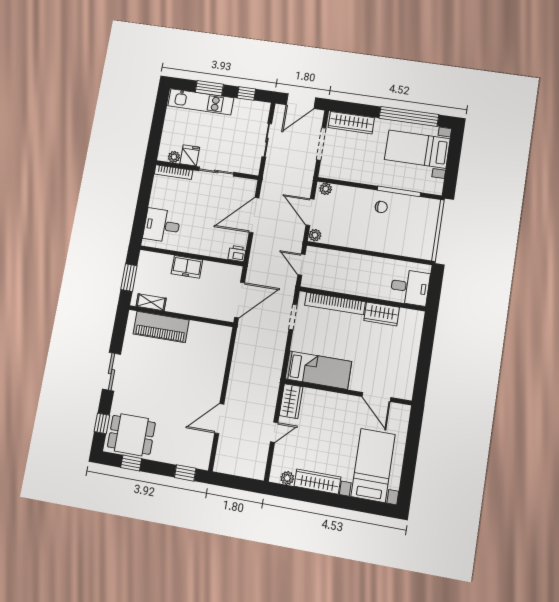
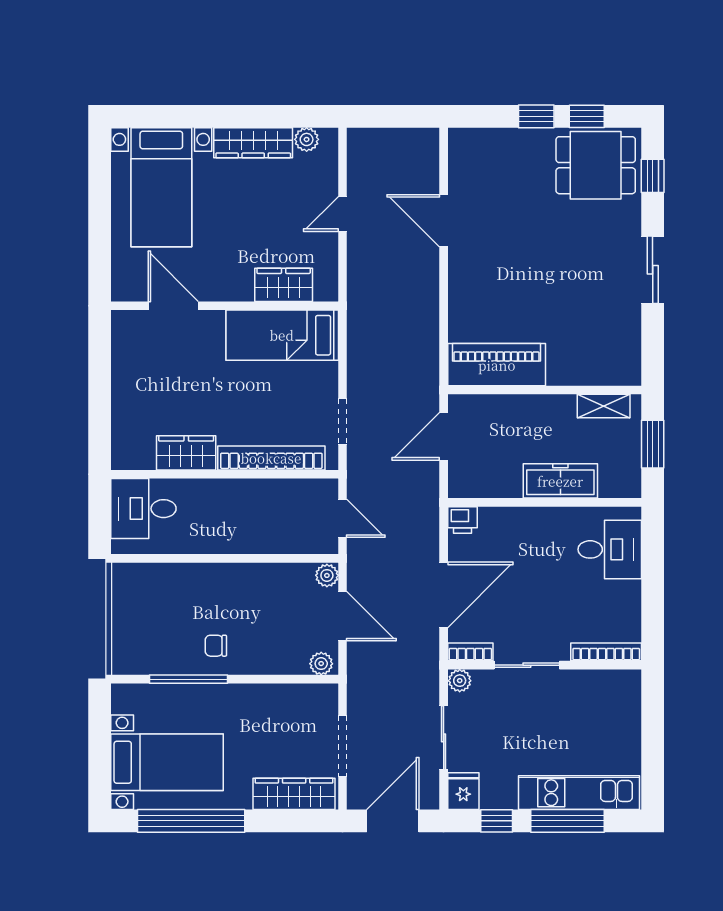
window: (209, 88) -> (567, 821), width x1.44
fridge: (190, 155) -> (463, 791), moved, turned 180
plant: (174, 157) -> (460, 681), moved
bookcase: (245, 183) -> (470, 652), added
freezer: (187, 267) -> (560, 481), width x1.40
door: (240, 300) -> (444, 436), width x0.73
piano: (161, 327) -> (497, 365), moved
wardrobe: (291, 401) -> (284, 285), moved, turned 90
door: (219, 419) -> (444, 221), swing flipped
window: (185, 473) -> (536, 116), moved

